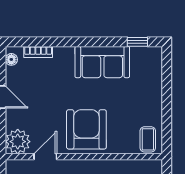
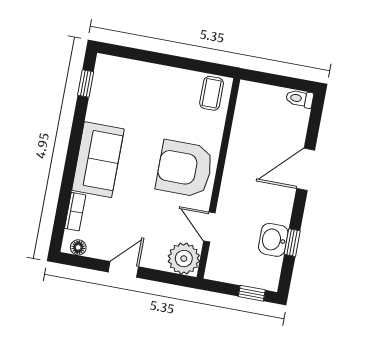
sofa: (102, 62) -> (98, 160), moved
coffee table: (148, 139) -> (212, 93), turned 90

